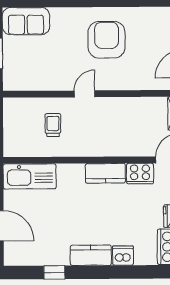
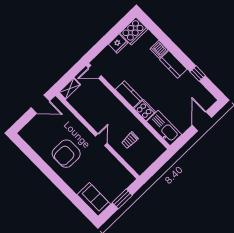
door: (85, 94) -> (101, 140), swing flipped
cooker: (140, 174) -> (145, 110), moved

